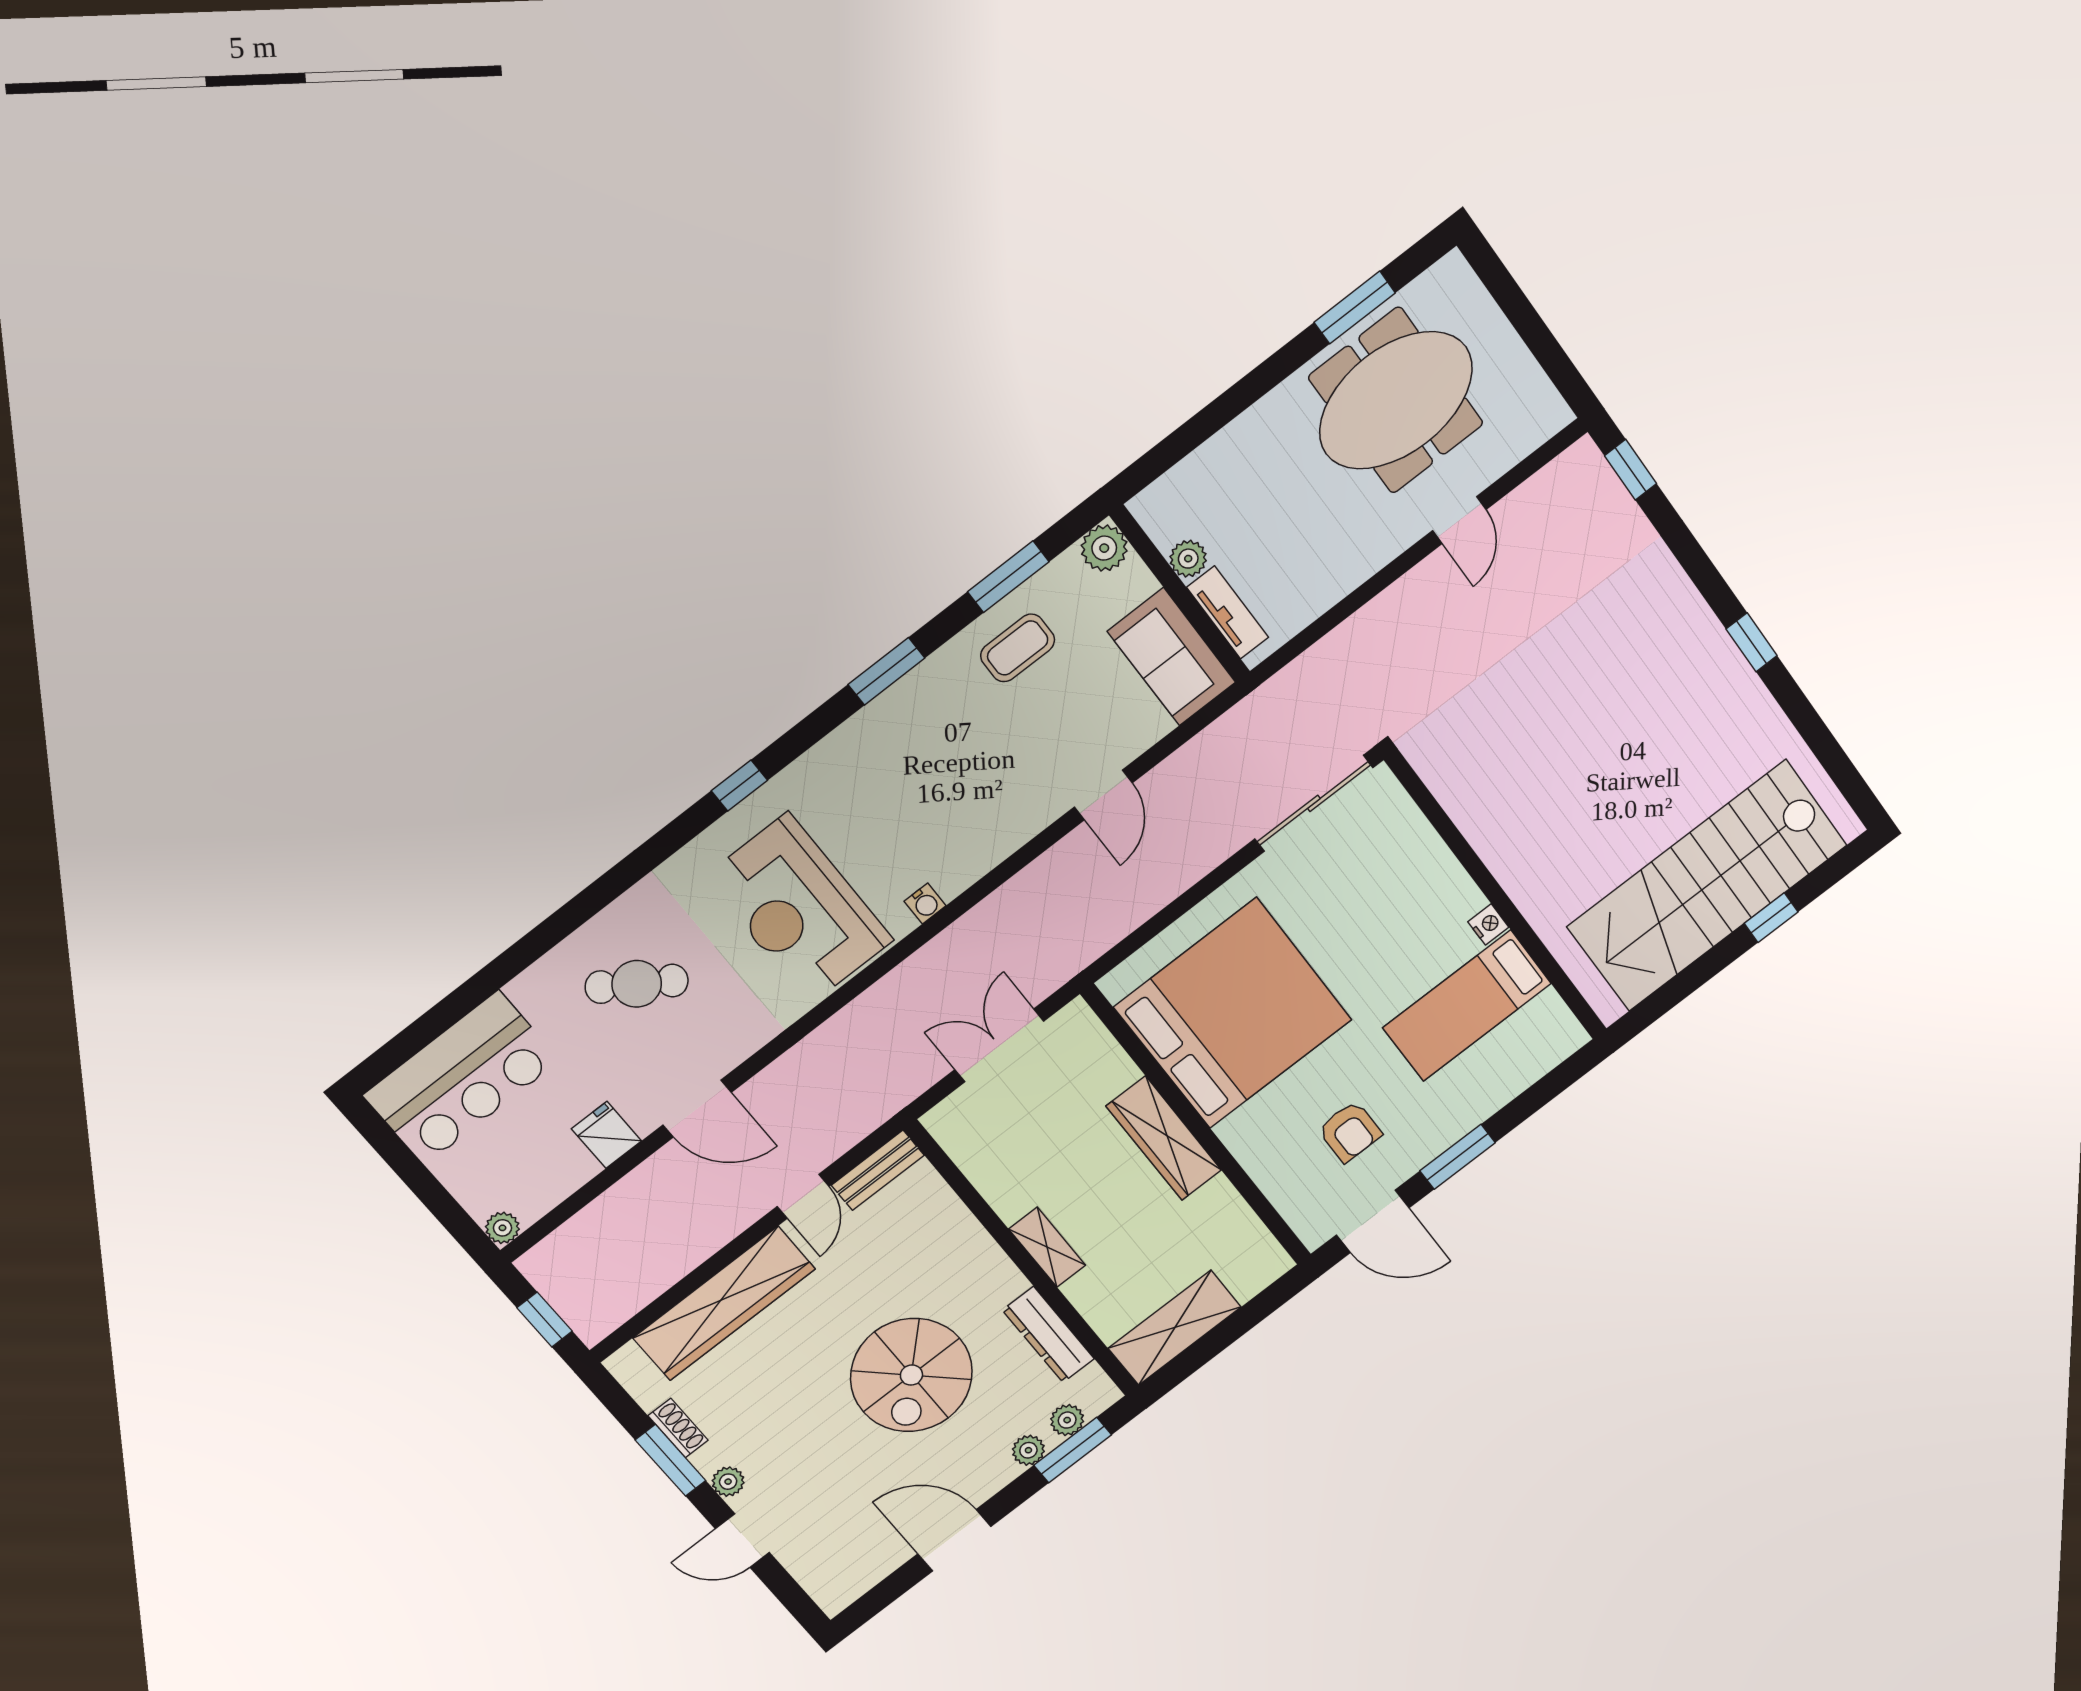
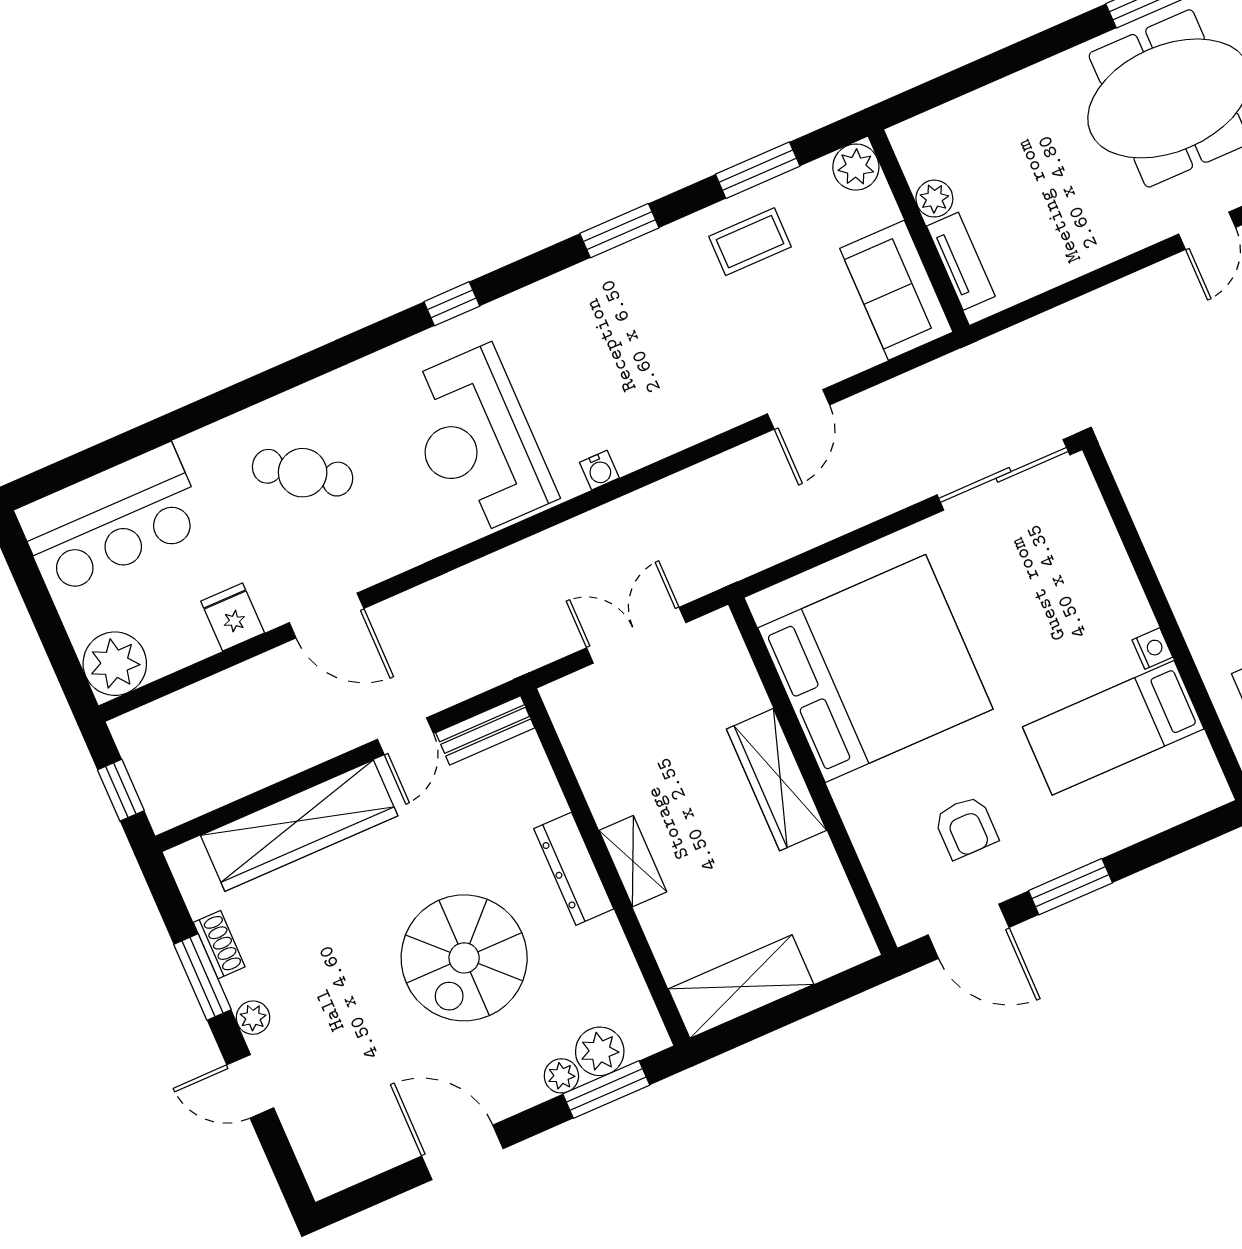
plant: (502, 1228) -> (115, 664), width x1.88, depth x1.88
dresser: (1048, 1335) -> (574, 869), moved
plant: (1067, 1420) -> (600, 1051), width x1.38, depth x1.38

